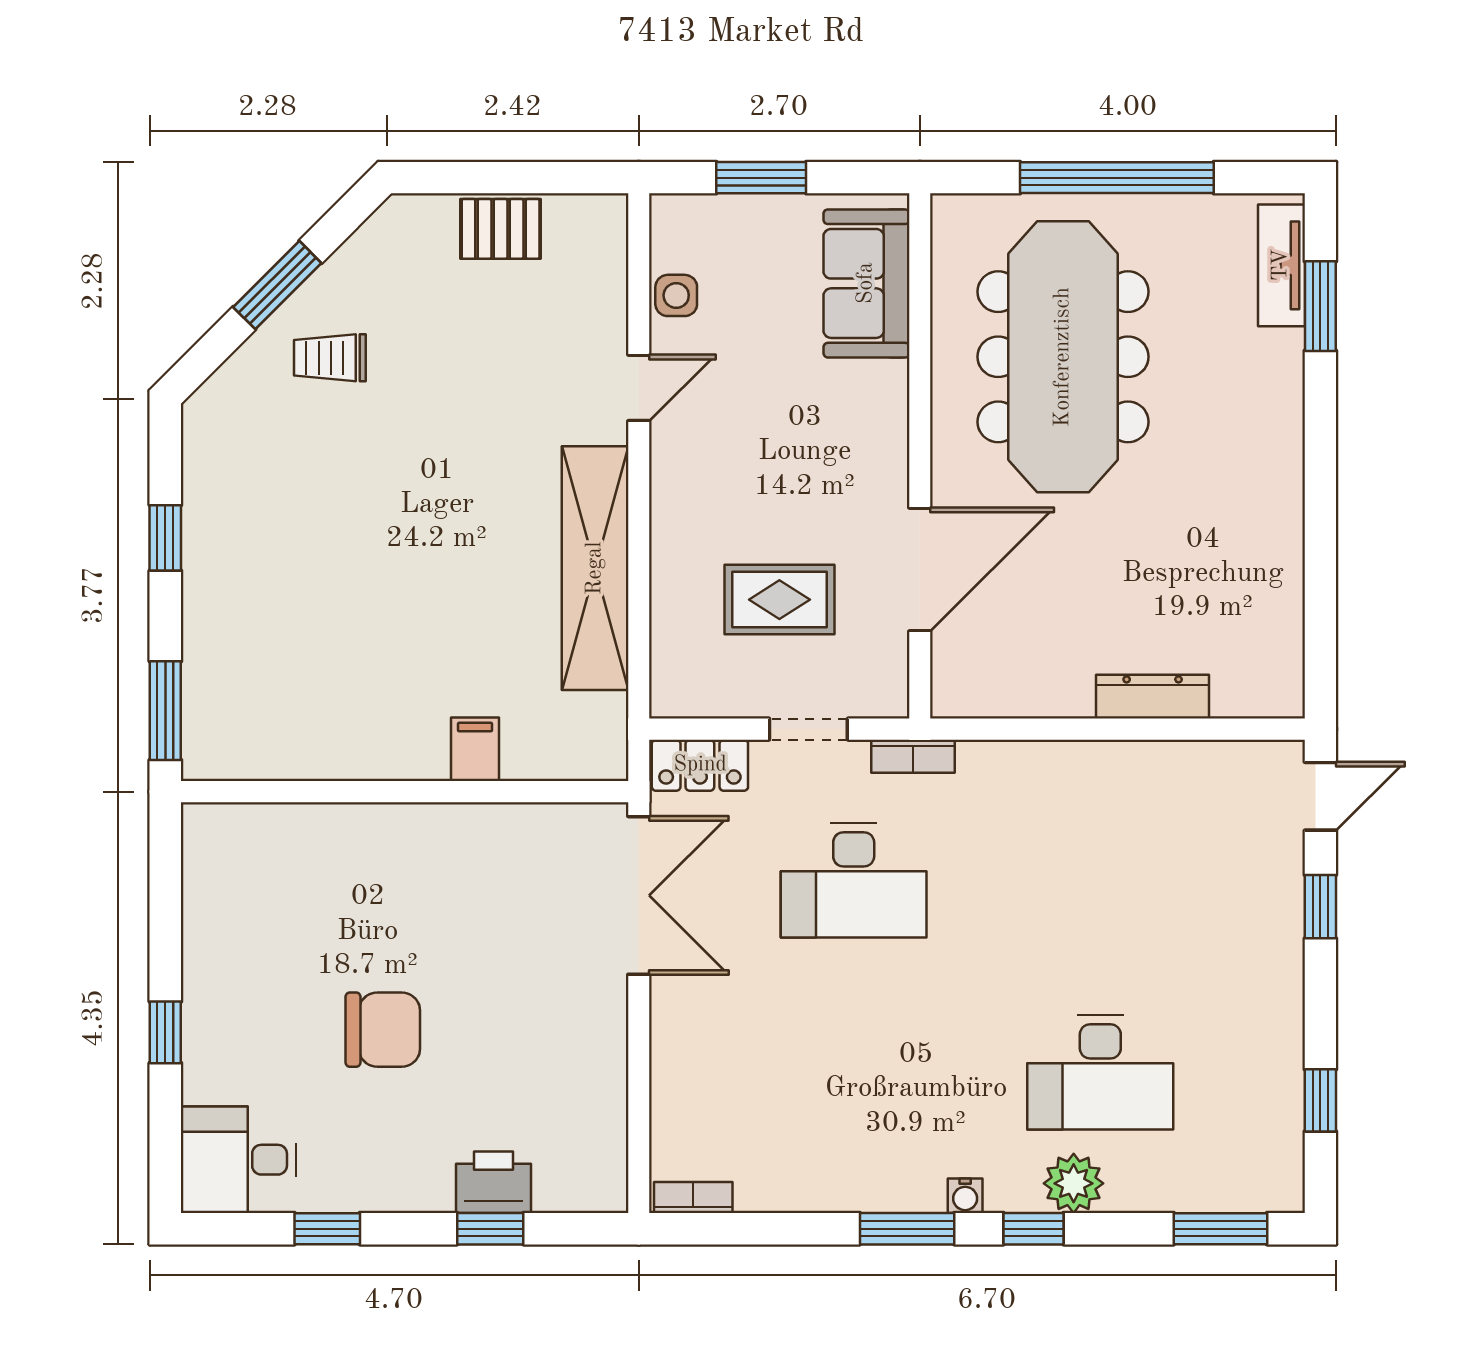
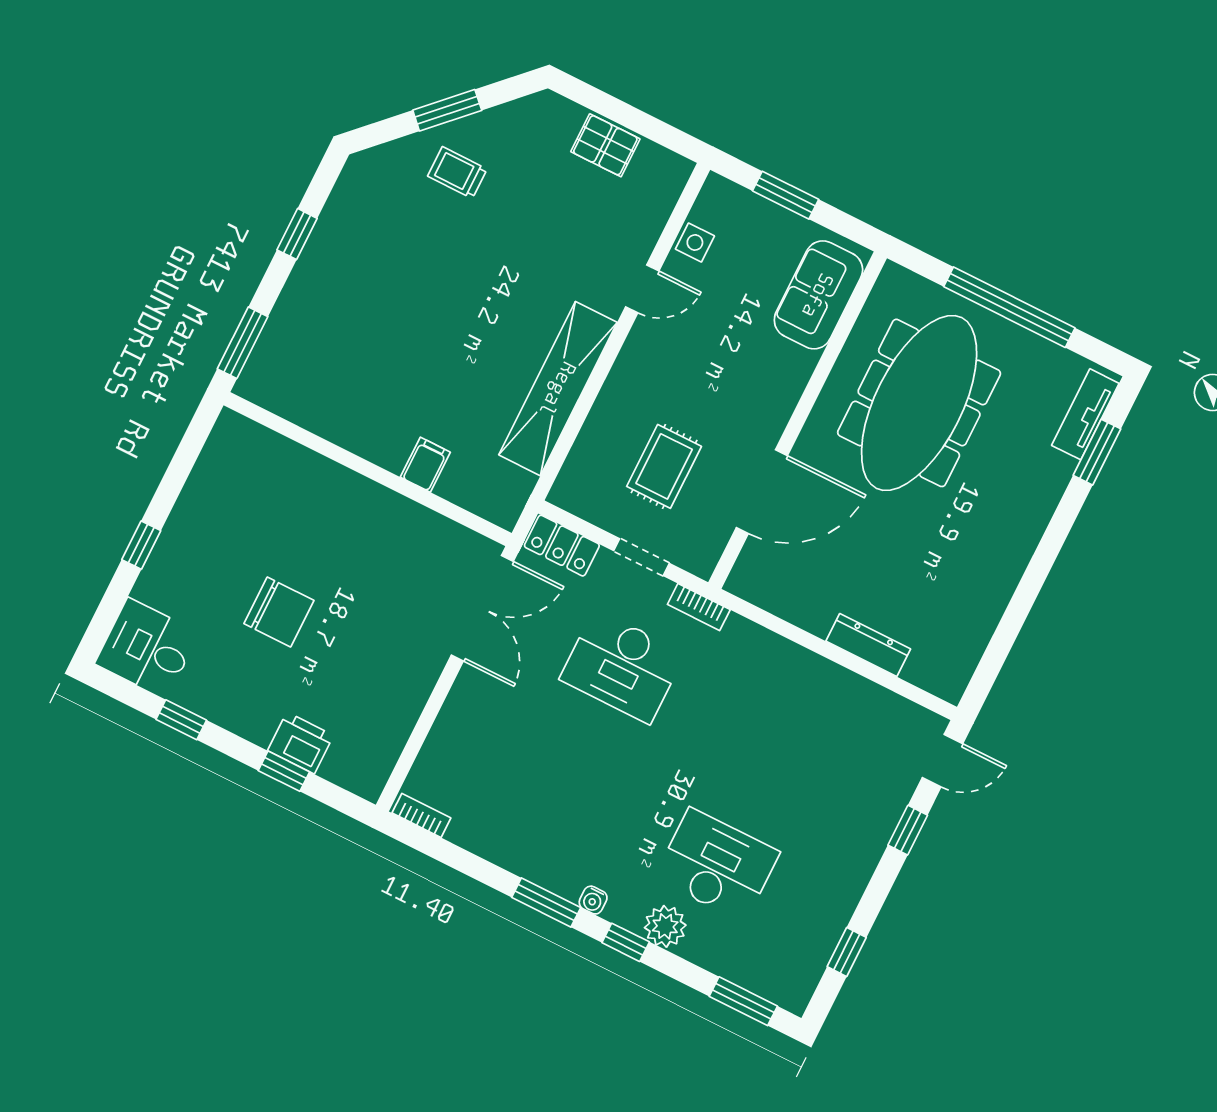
rug: (779, 600) -> (664, 466), turned 90
desk: (1100, 1072) -> (717, 865), turned 180

